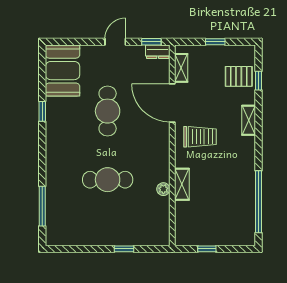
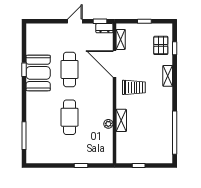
booth: (63, 71) -> (38, 73), moved
pallet: (239, 76) -> (161, 45), turned 90
cafe table: (108, 180) -> (70, 117), turned 90

